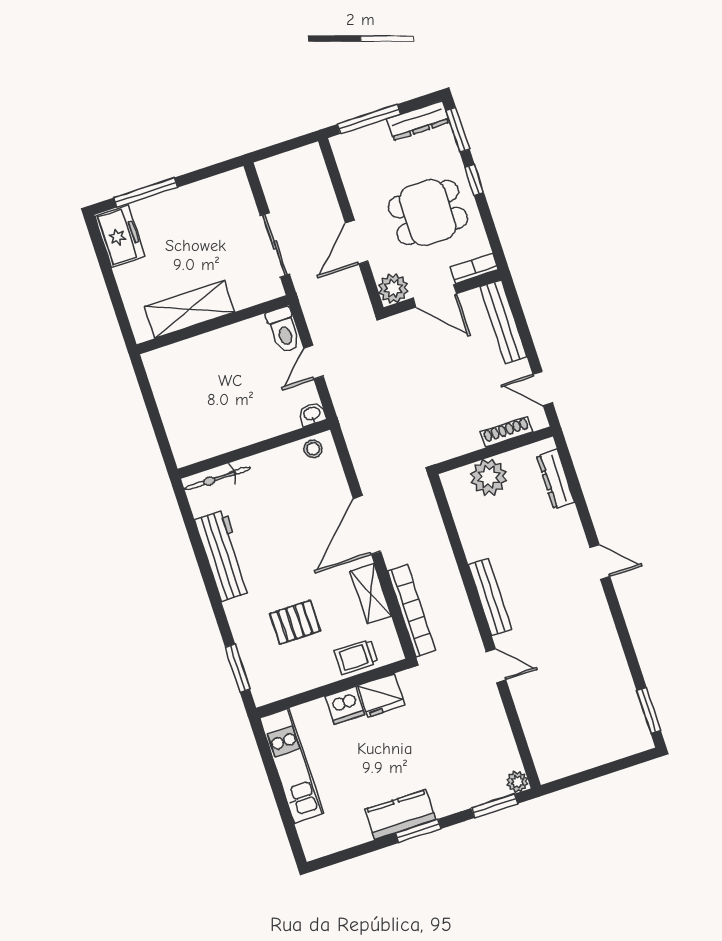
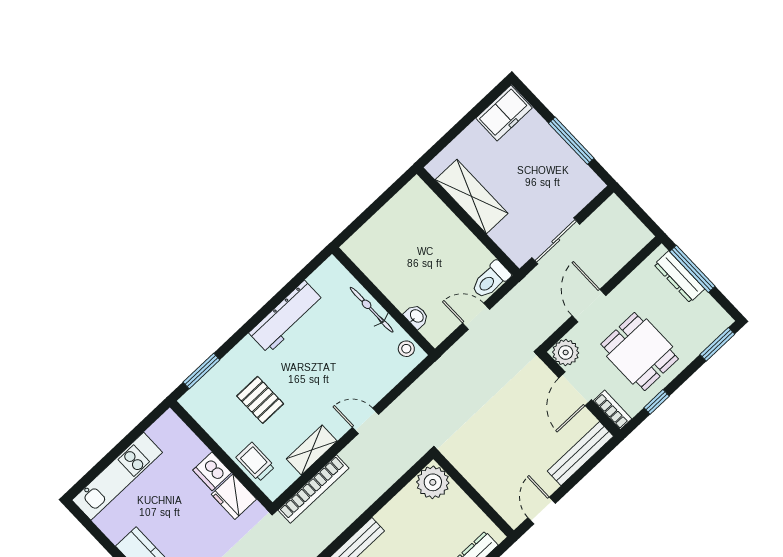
dresser: (418, 121) -> (679, 277), moved
window: (474, 180) -> (657, 402), moved
window: (145, 193) -> (571, 141), moved
door: (357, 242) -> (589, 306), hinge flipped
washbasin: (312, 414) -> (416, 316), moved
shoe rack: (507, 432) -> (493, 498), removed
plant: (489, 477) -> (433, 482), moved
bicycle: (217, 478) -> (372, 310), moved
door: (367, 525) -> (365, 421), width x0.53
kitchen unit: (292, 766) -> (117, 476), moved

